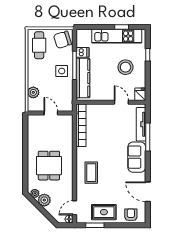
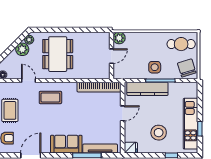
dishwasher: (83, 52) -> (174, 89), removed
plant: (33, 92) -> (119, 38), moved
door: (121, 102) -> (123, 113), moved
dining table: (49, 166) -> (58, 54), width x1.38
door: (75, 208) -> (29, 80), moved

